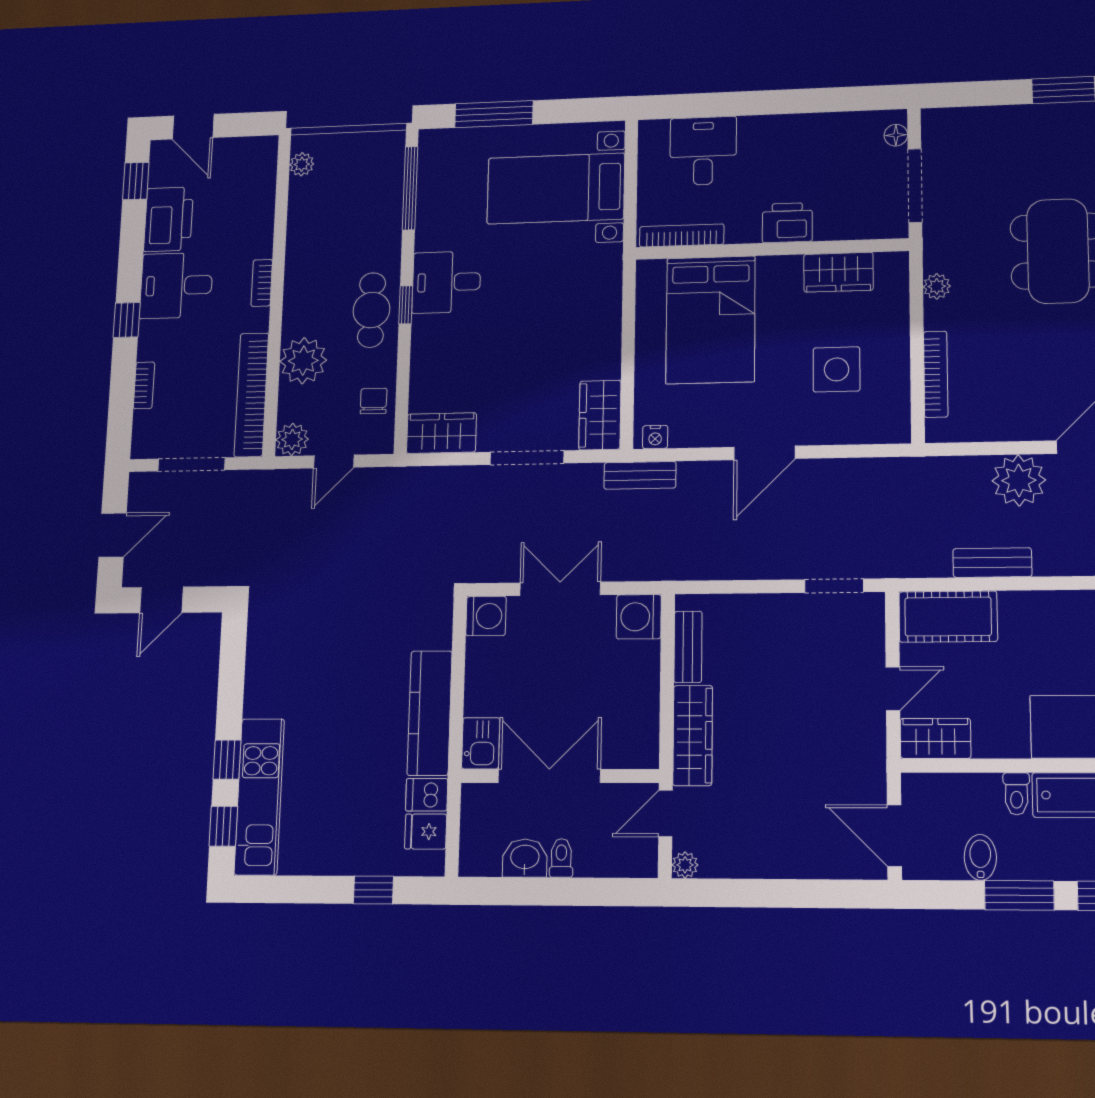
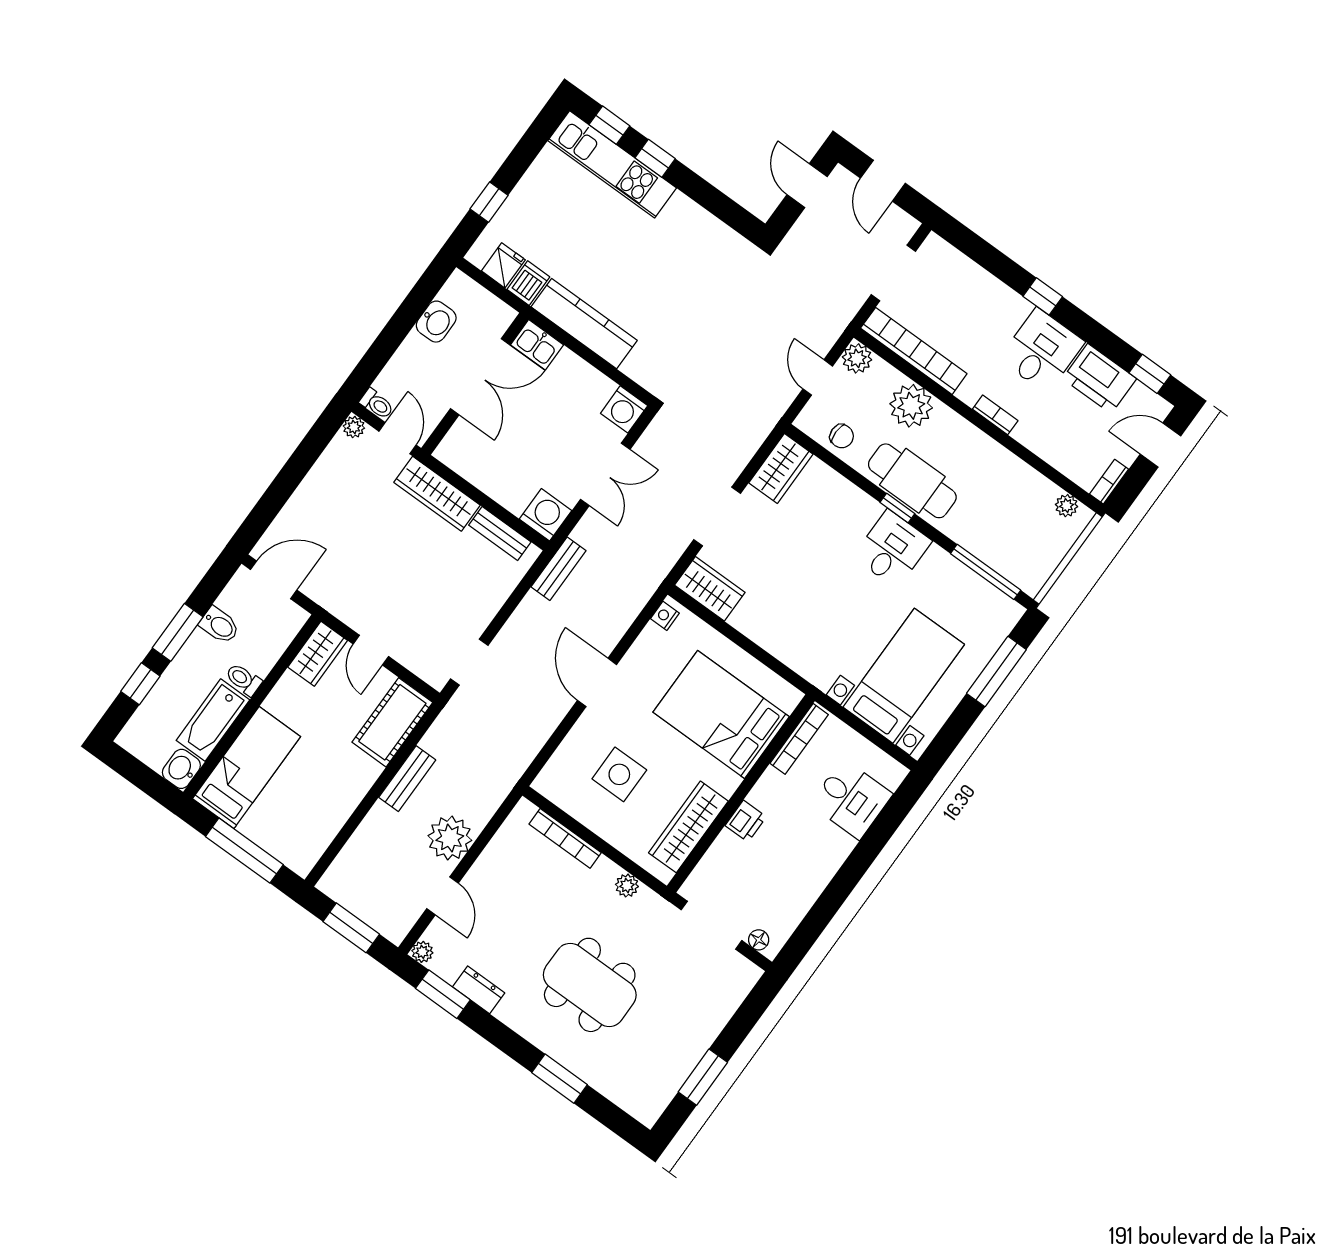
printer: (787, 223) -> (746, 821), width x0.73, depth x0.81
wardrobe: (838, 272) -> (688, 827), width x1.50
cafe table: (371, 310) -> (912, 481), width x1.37, depth x1.35
bookcase: (144, 385) -> (1109, 482), moved, turned 90
bench: (640, 475) -> (559, 569), moved
toilet: (561, 858) -> (377, 404), moved

